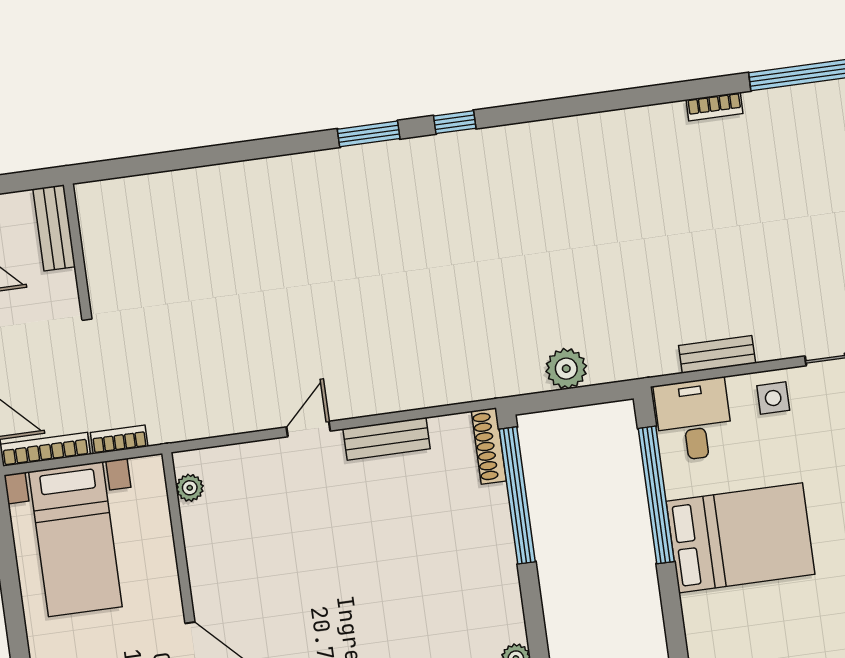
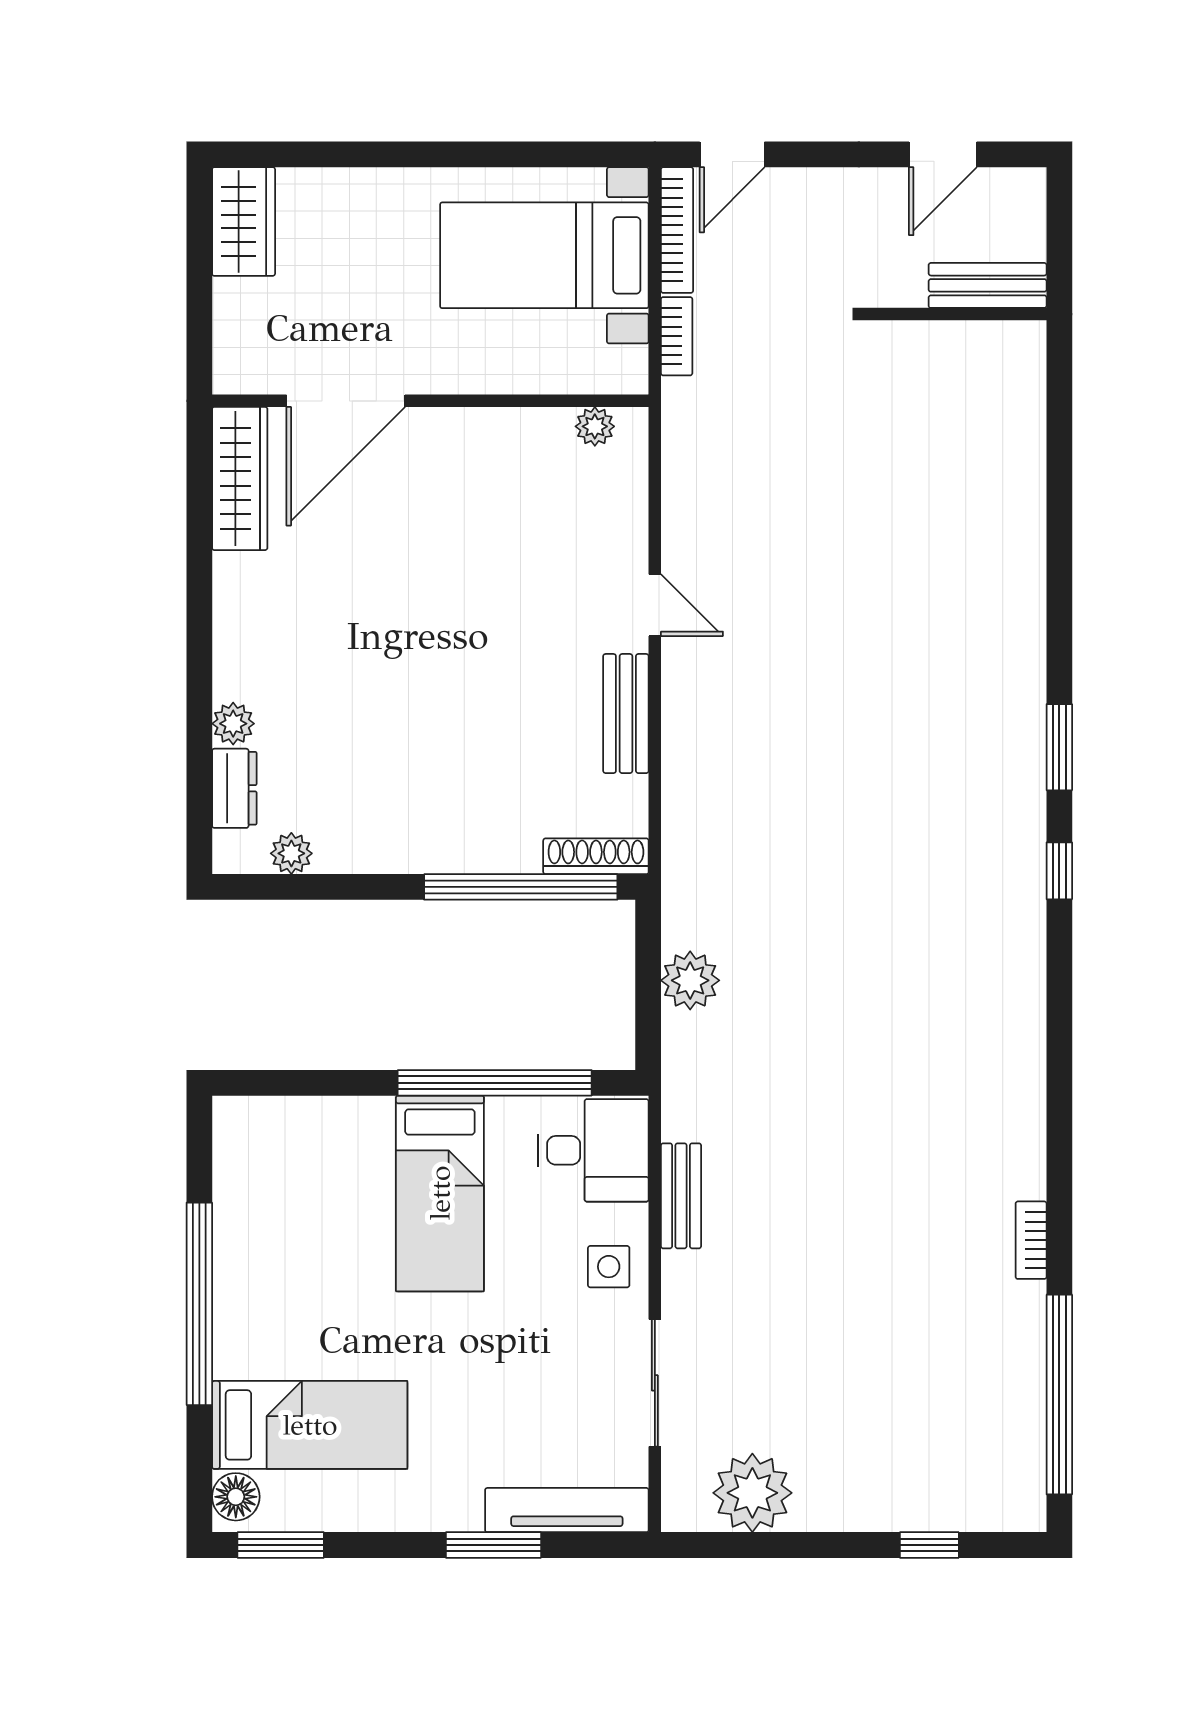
bed: (740, 538) -> (440, 1193), width x0.67

